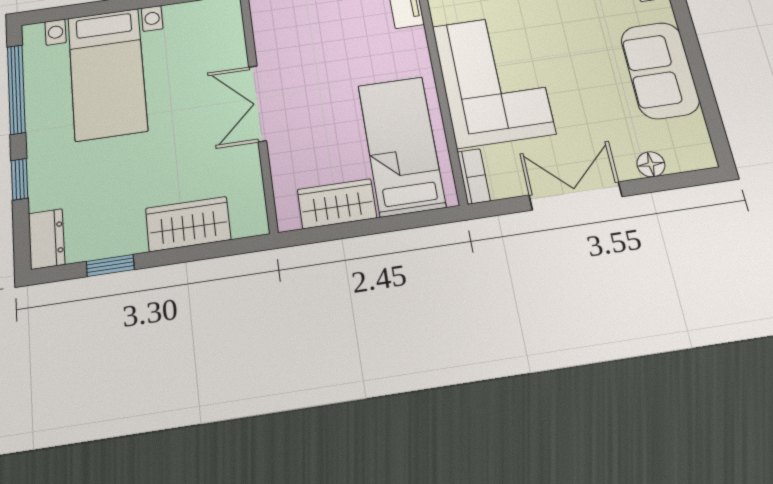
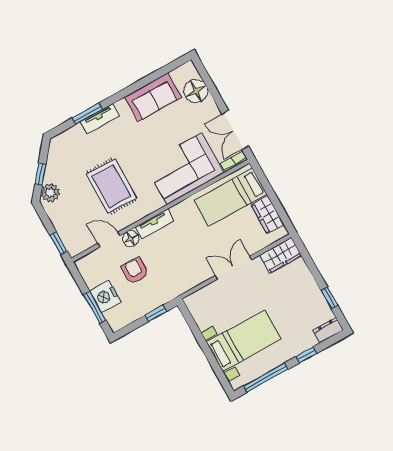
double door: (258, 103) -> (234, 268), swing flipped
floor lamp: (651, 164) -> (196, 91), width x1.89, depth x1.89
double door: (576, 196) -> (235, 130), moved
wardrobe: (188, 224) -> (281, 255), moved, turned -90

